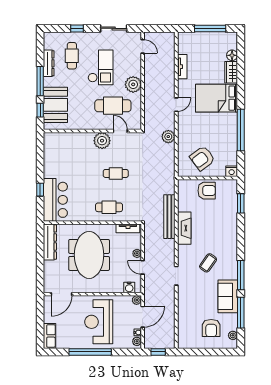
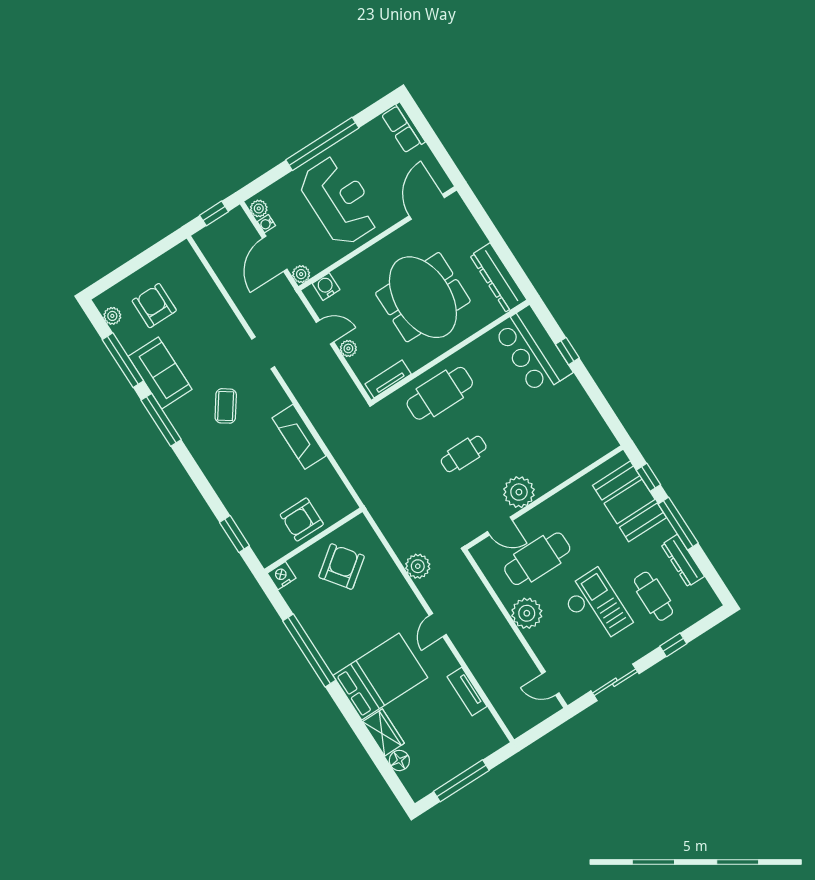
checkout: (101, 67) -> (596, 607), turned 180
cafe table: (109, 207) -> (440, 393), width x1.37, depth x1.35
bench: (169, 217) -> (334, 440), removed

